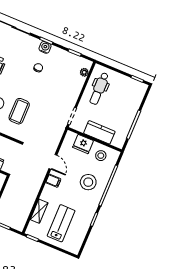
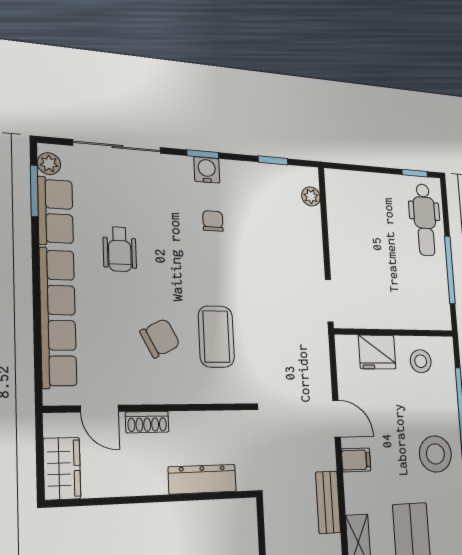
dental chair: (99, 89) -> (425, 220), moved
kitchen counter: (99, 132) -> (396, 313), removed
stool: (88, 182) -> (435, 454), moved
bench: (34, 191) -> (328, 502), added

